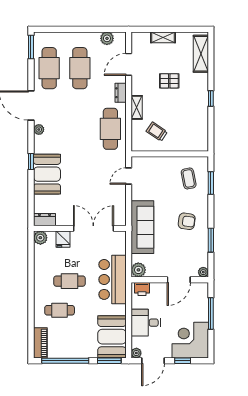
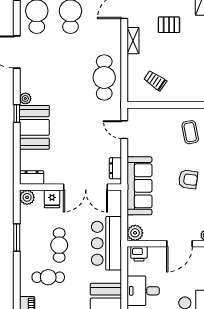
dresser: (121, 93) -> (115, 168), moved
shelving: (137, 107) -> (133, 41), moved
plant: (39, 129) -> (25, 98), moved
door: (129, 176) -> (124, 130), hinge flipped
double door: (93, 228) -> (86, 187), swing flipped
window: (31, 274) -> (17, 237), added
cafe table: (70, 281) -> (59, 245), turned 90

